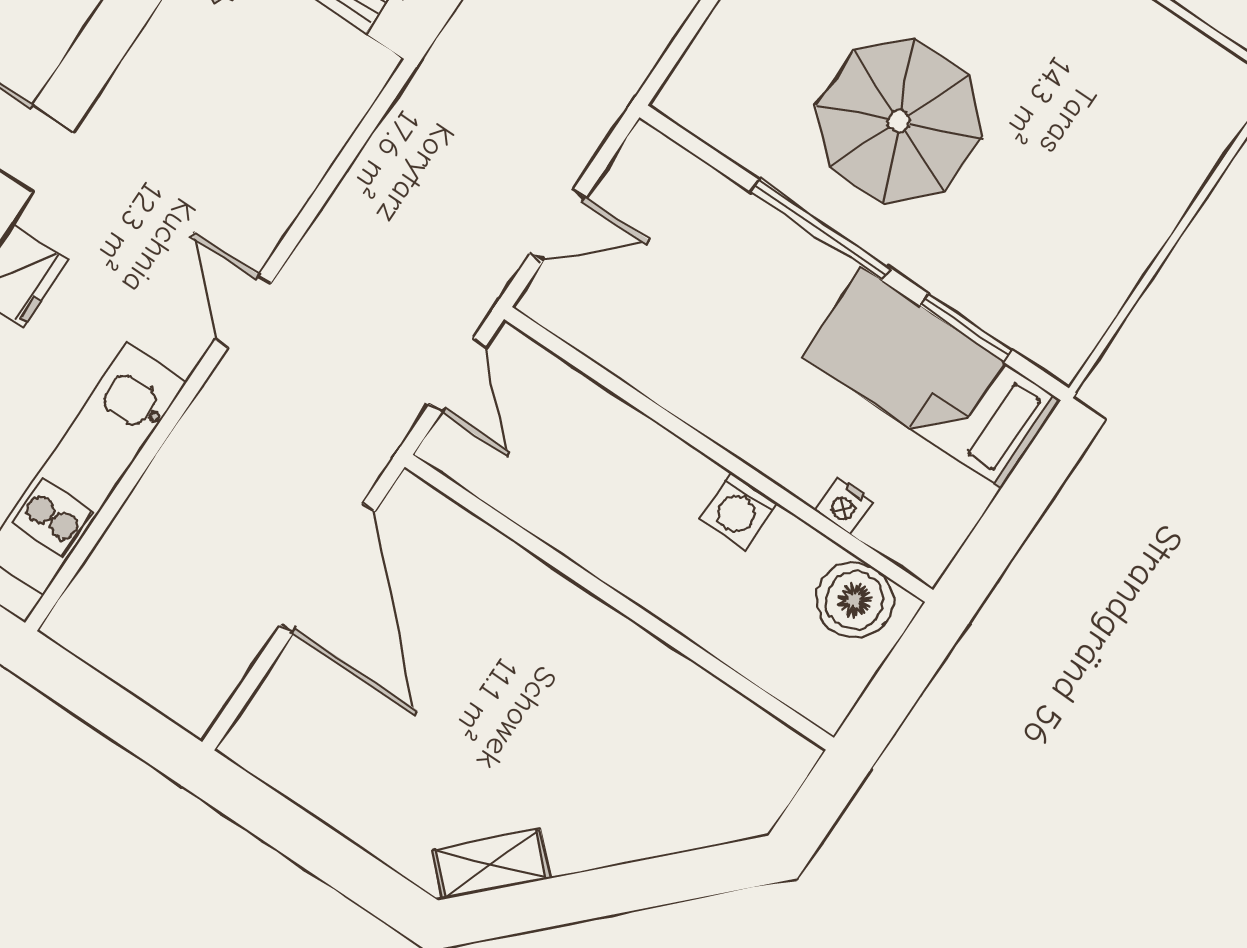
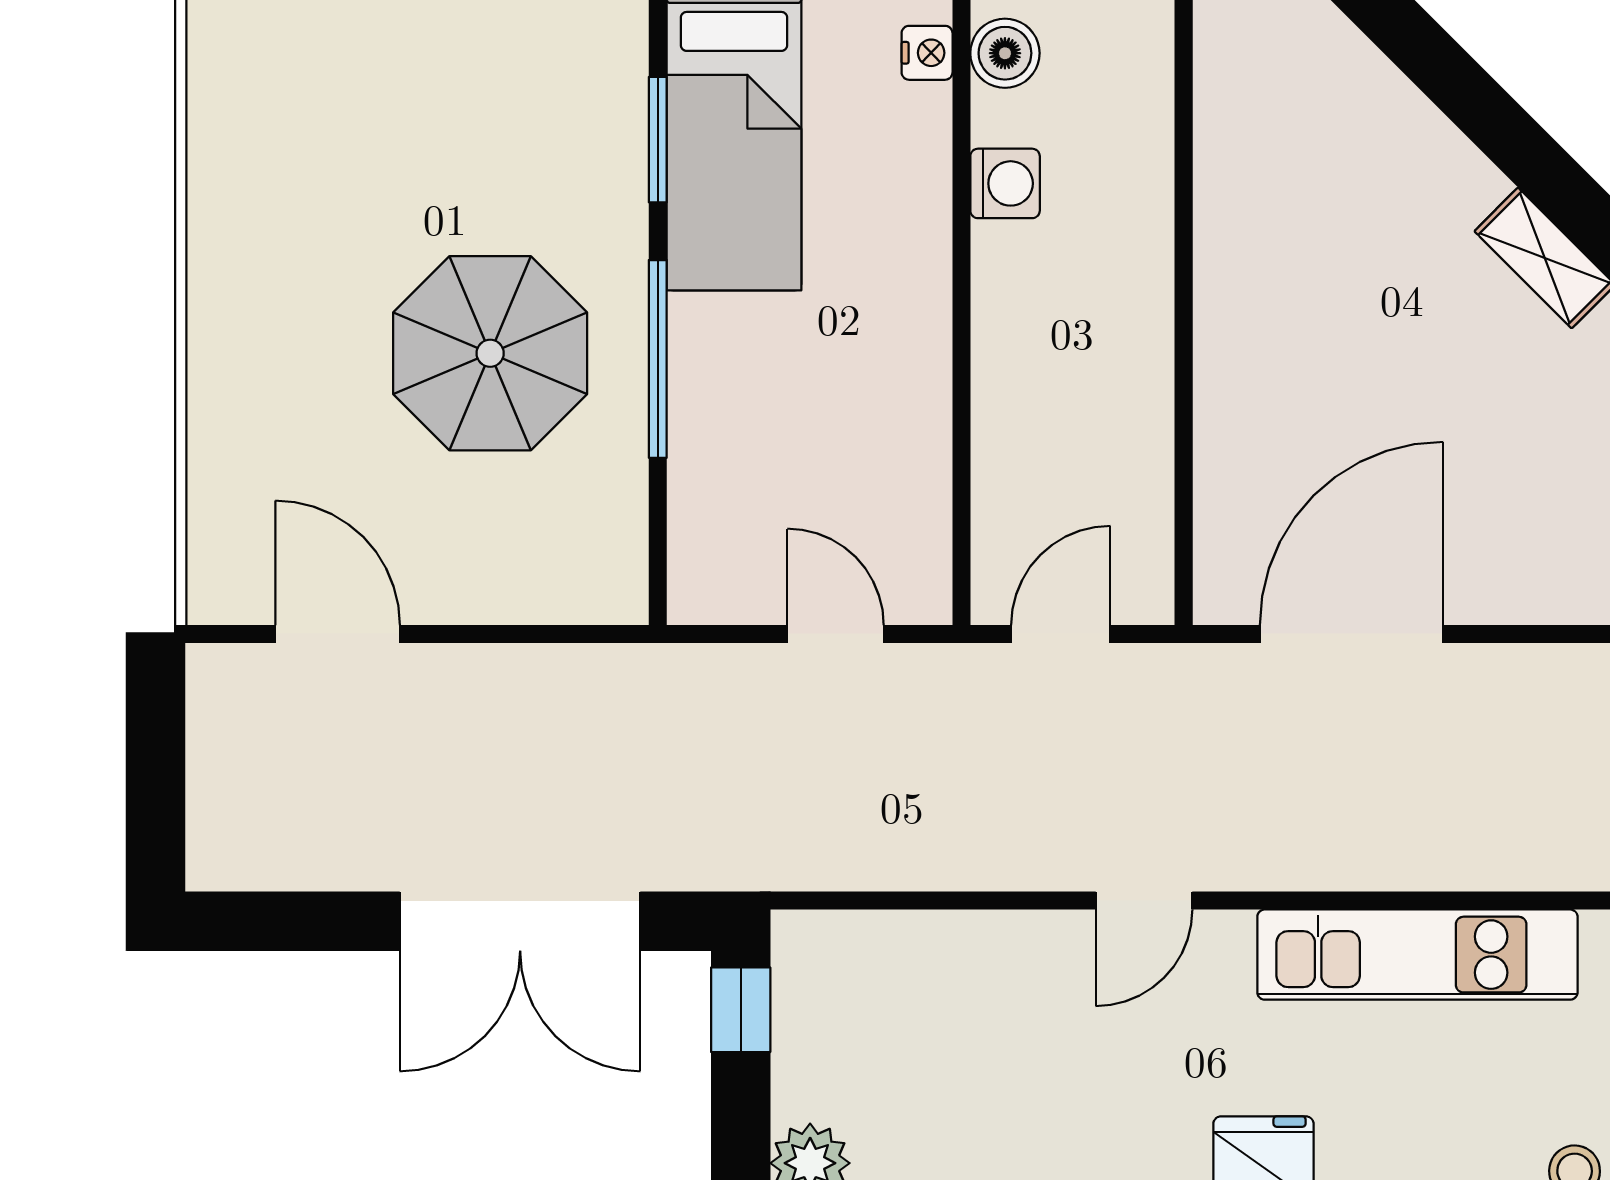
nightstand: (844, 506) -> (927, 53), moved
washing machine: (739, 510) -> (1005, 183), moved
boiler: (855, 600) -> (1005, 53), width x0.73, depth x0.73

